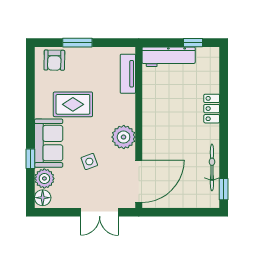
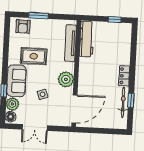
workbench: (169, 57) -> (87, 39), moved, turned -90
tv unit: (128, 74) -> (71, 43), width x1.41
locker: (212, 109) -> (124, 76), moved
window: (224, 189) -> (131, 100), moved
double door: (100, 212) -> (35, 127), moved

